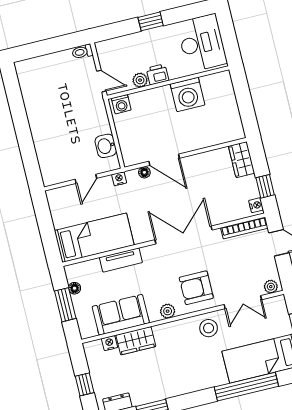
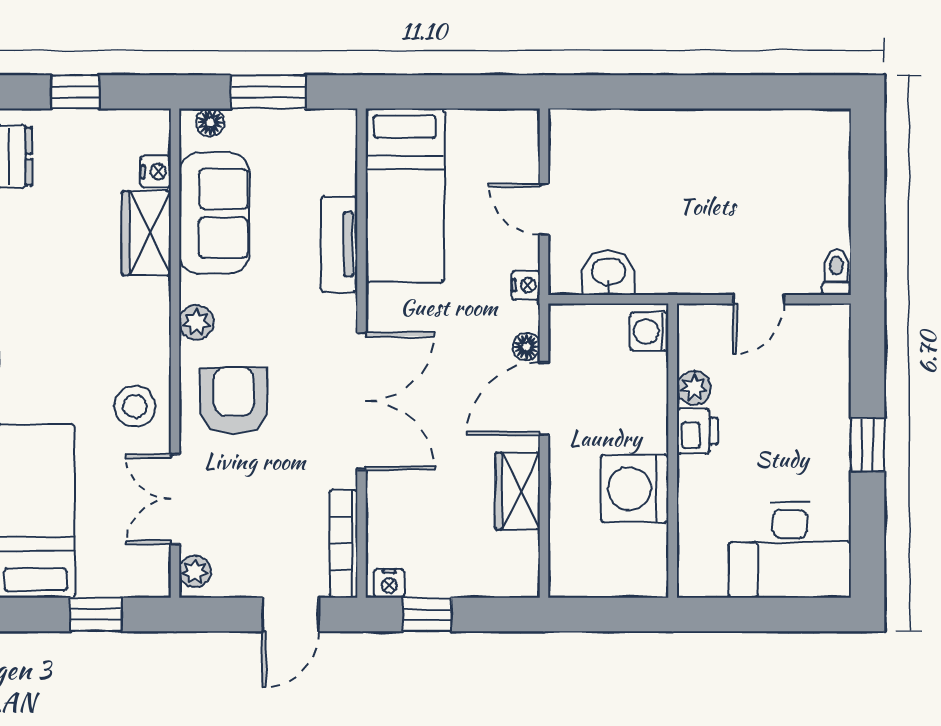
printer: (157, 74) -> (697, 431), moved
plant: (140, 80) -> (694, 388), moved
wall: (168, 83) -> (673, 451), moved
washing machine: (188, 94) -> (635, 488), moved
washing machine: (121, 104) -> (649, 332), moved
wardrobe: (242, 160) -> (518, 491), moved, turned -90
floor lamp: (75, 288) -> (210, 122), moved

